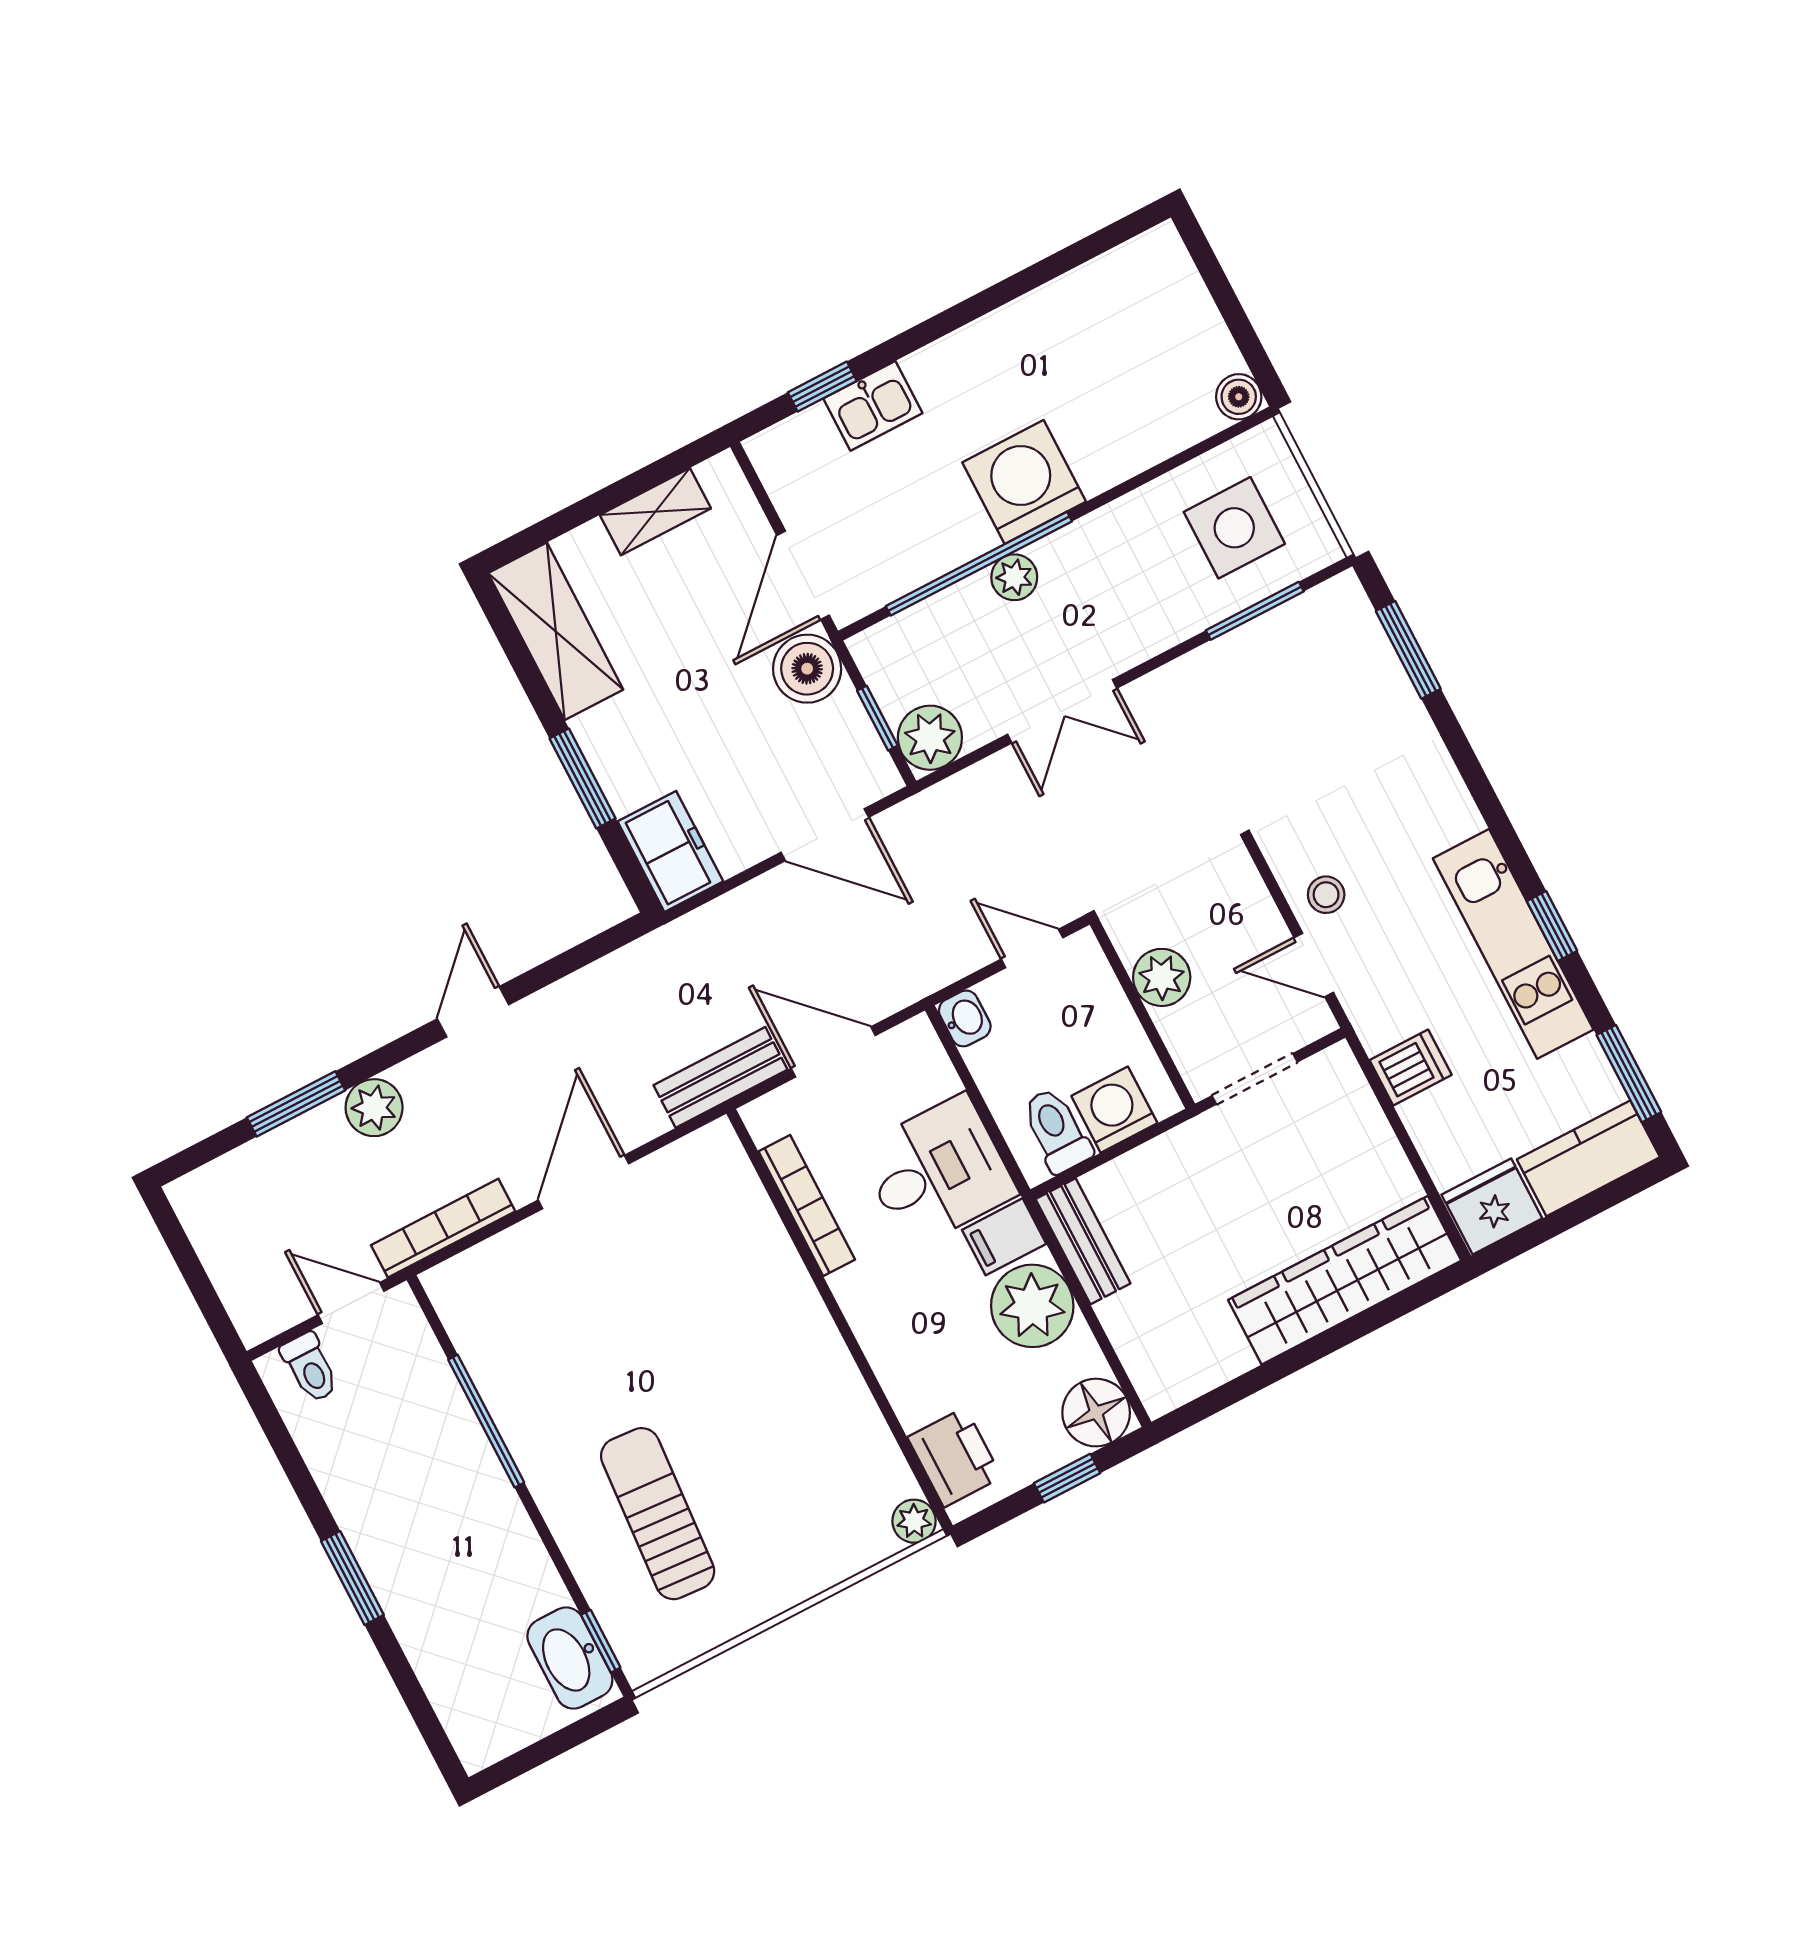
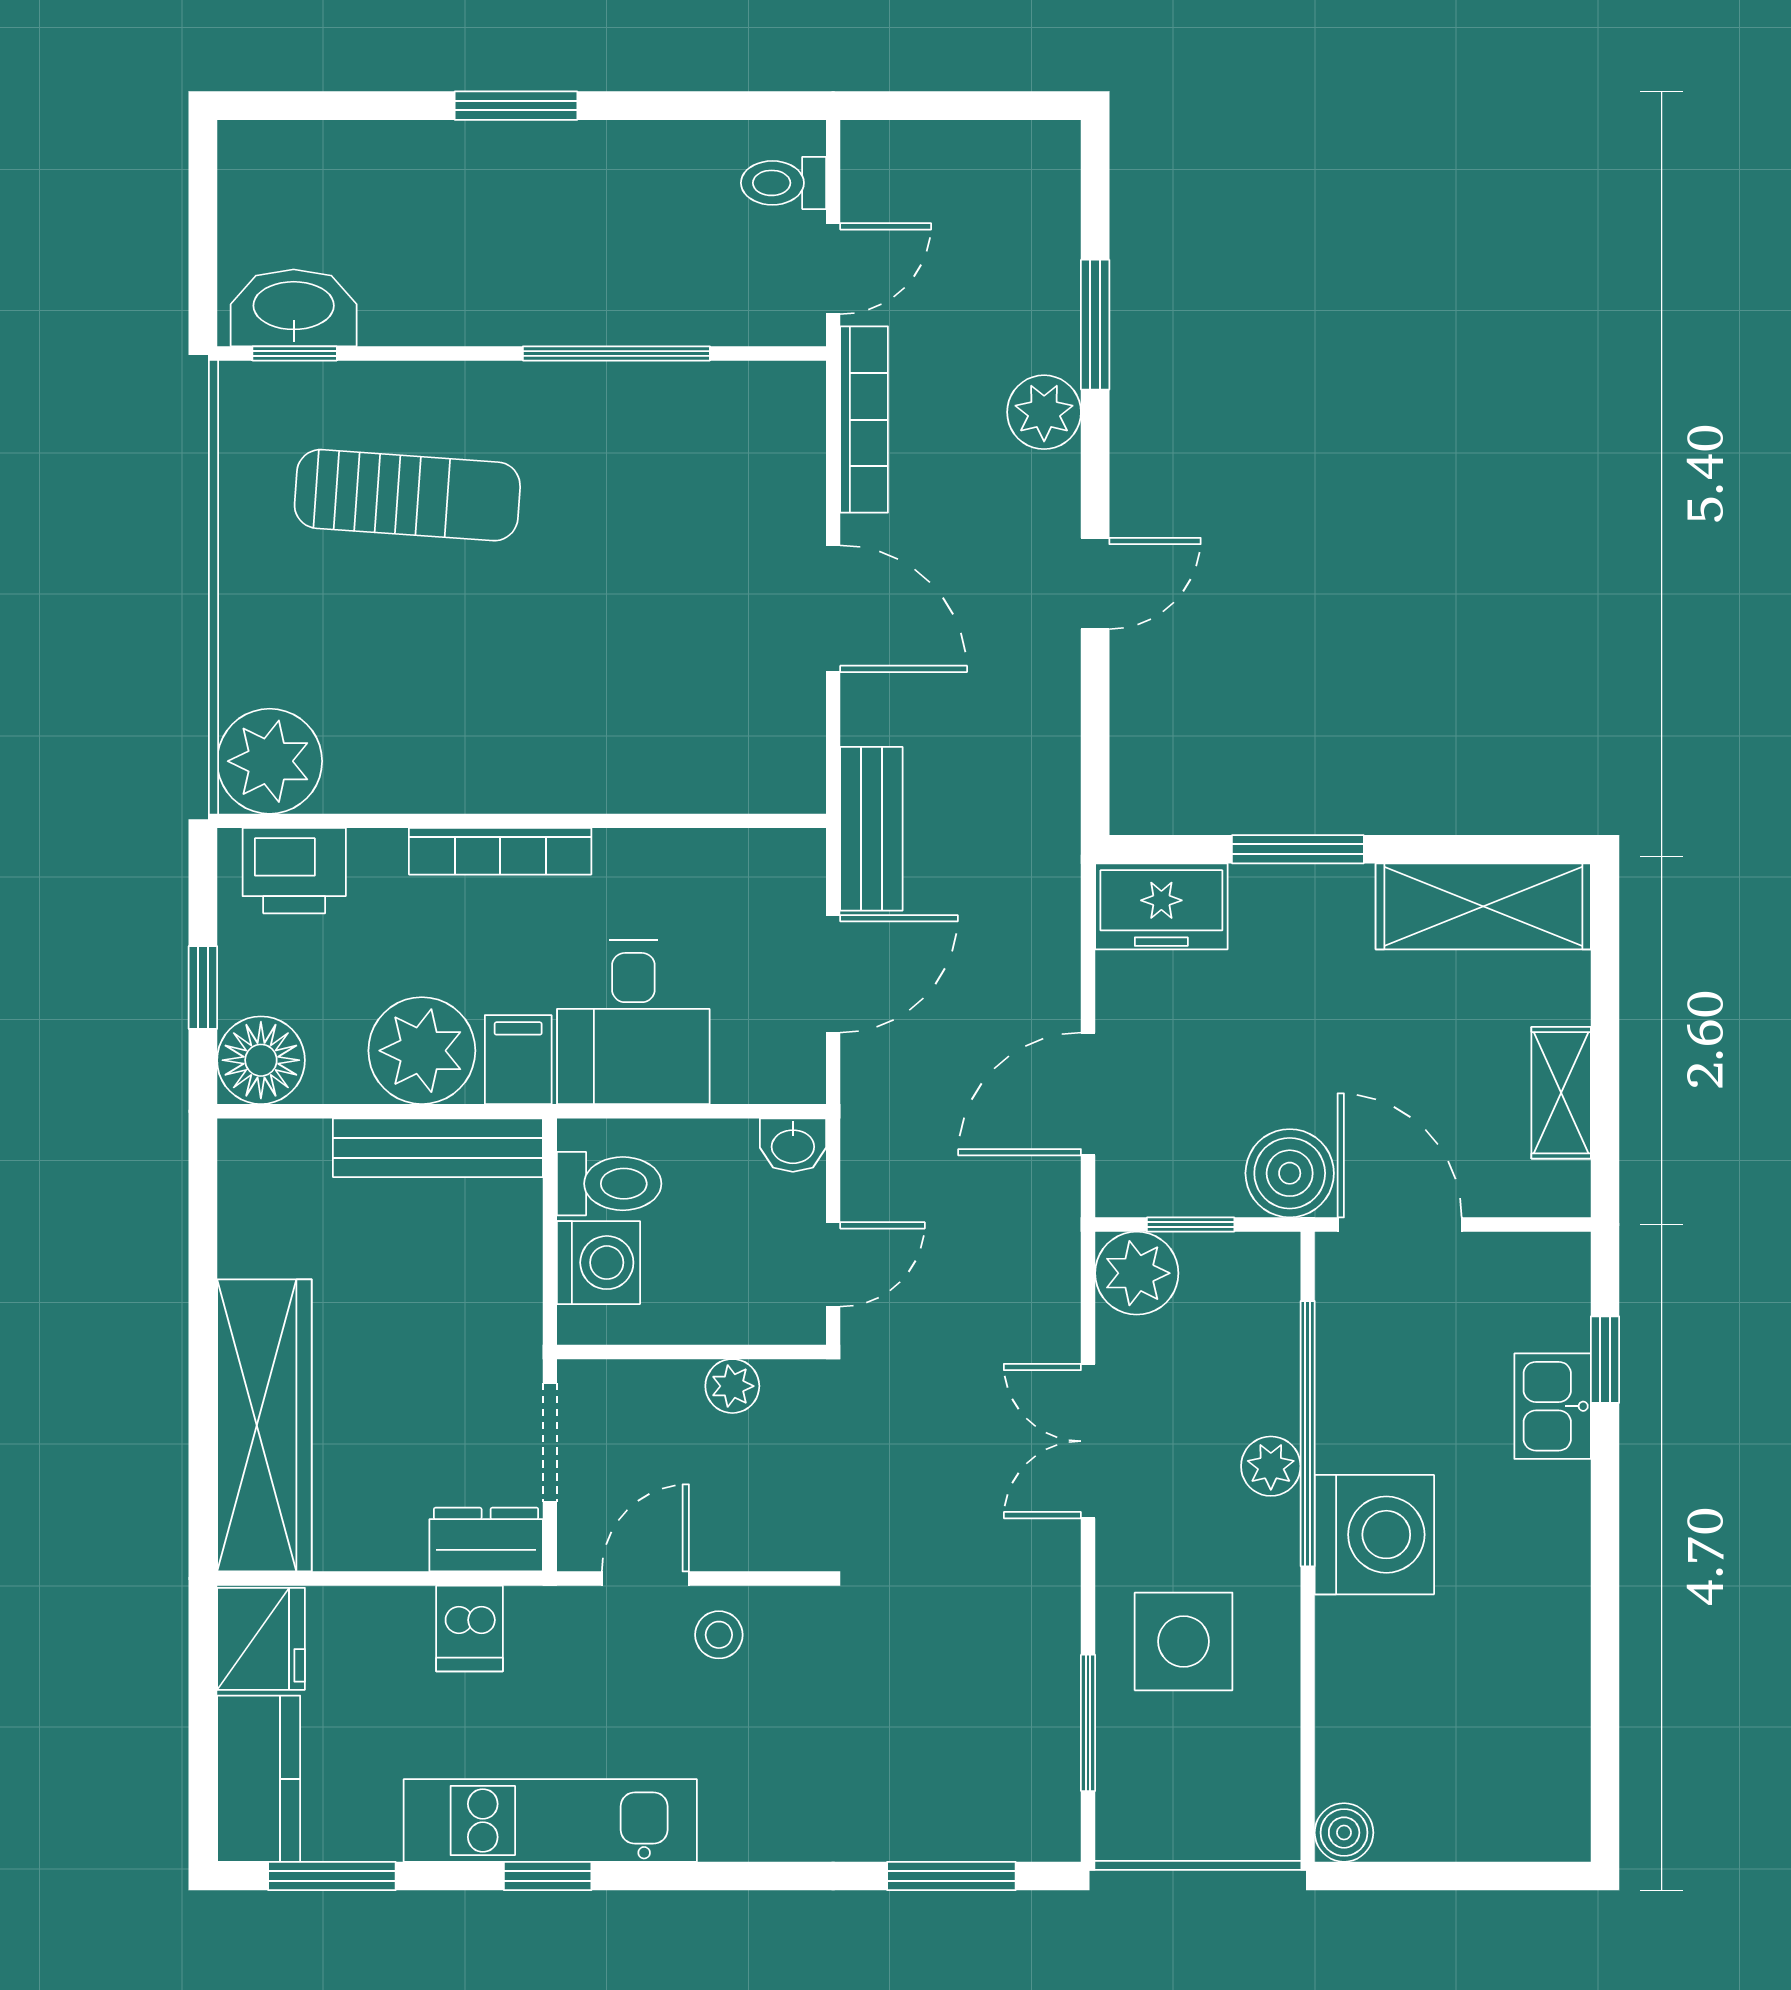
side table: (1234, 528) -> (1184, 1641), moved
plant: (1162, 977) -> (732, 1386), width x0.73, depth x0.73
door: (473, 1012) -> (1095, 583), hinge flipped
dresser: (1344, 1088) -> (486, 1540), added
bookcase: (807, 1206) -> (500, 851), moved
bench: (1083, 1241) -> (438, 1148), width x1.36
plant: (914, 1521) -> (270, 761), width x1.87, depth x1.87

